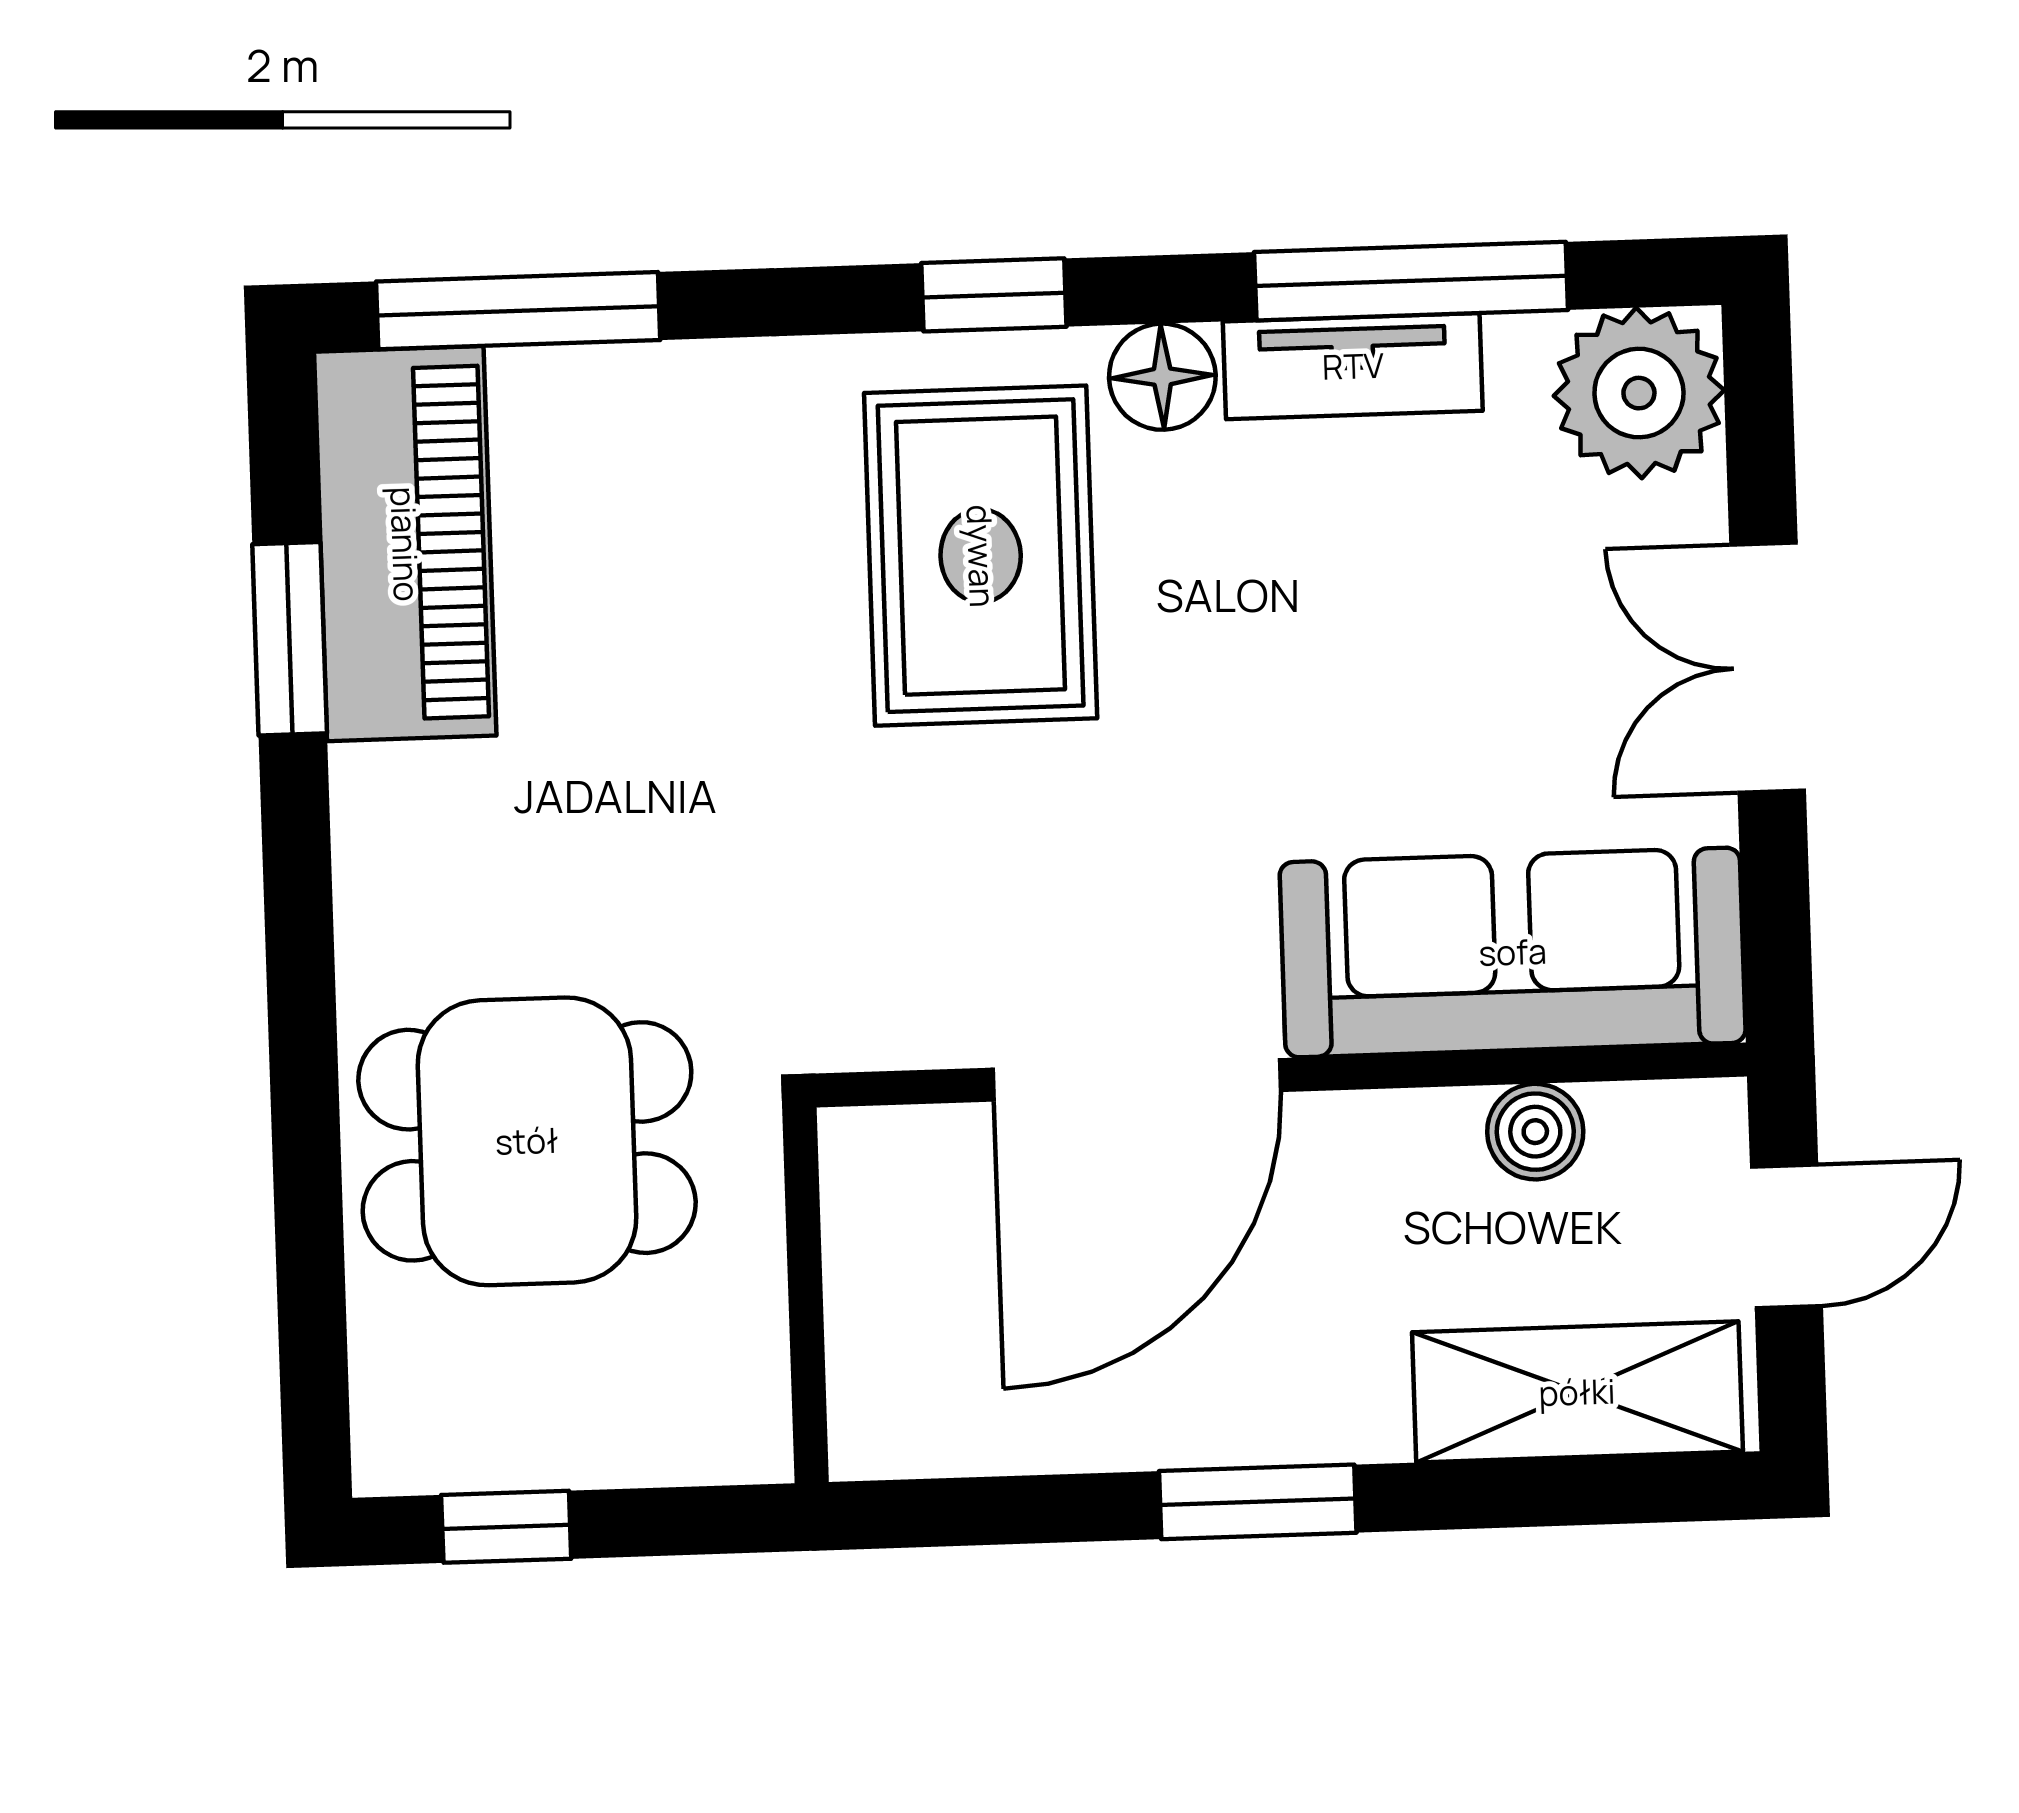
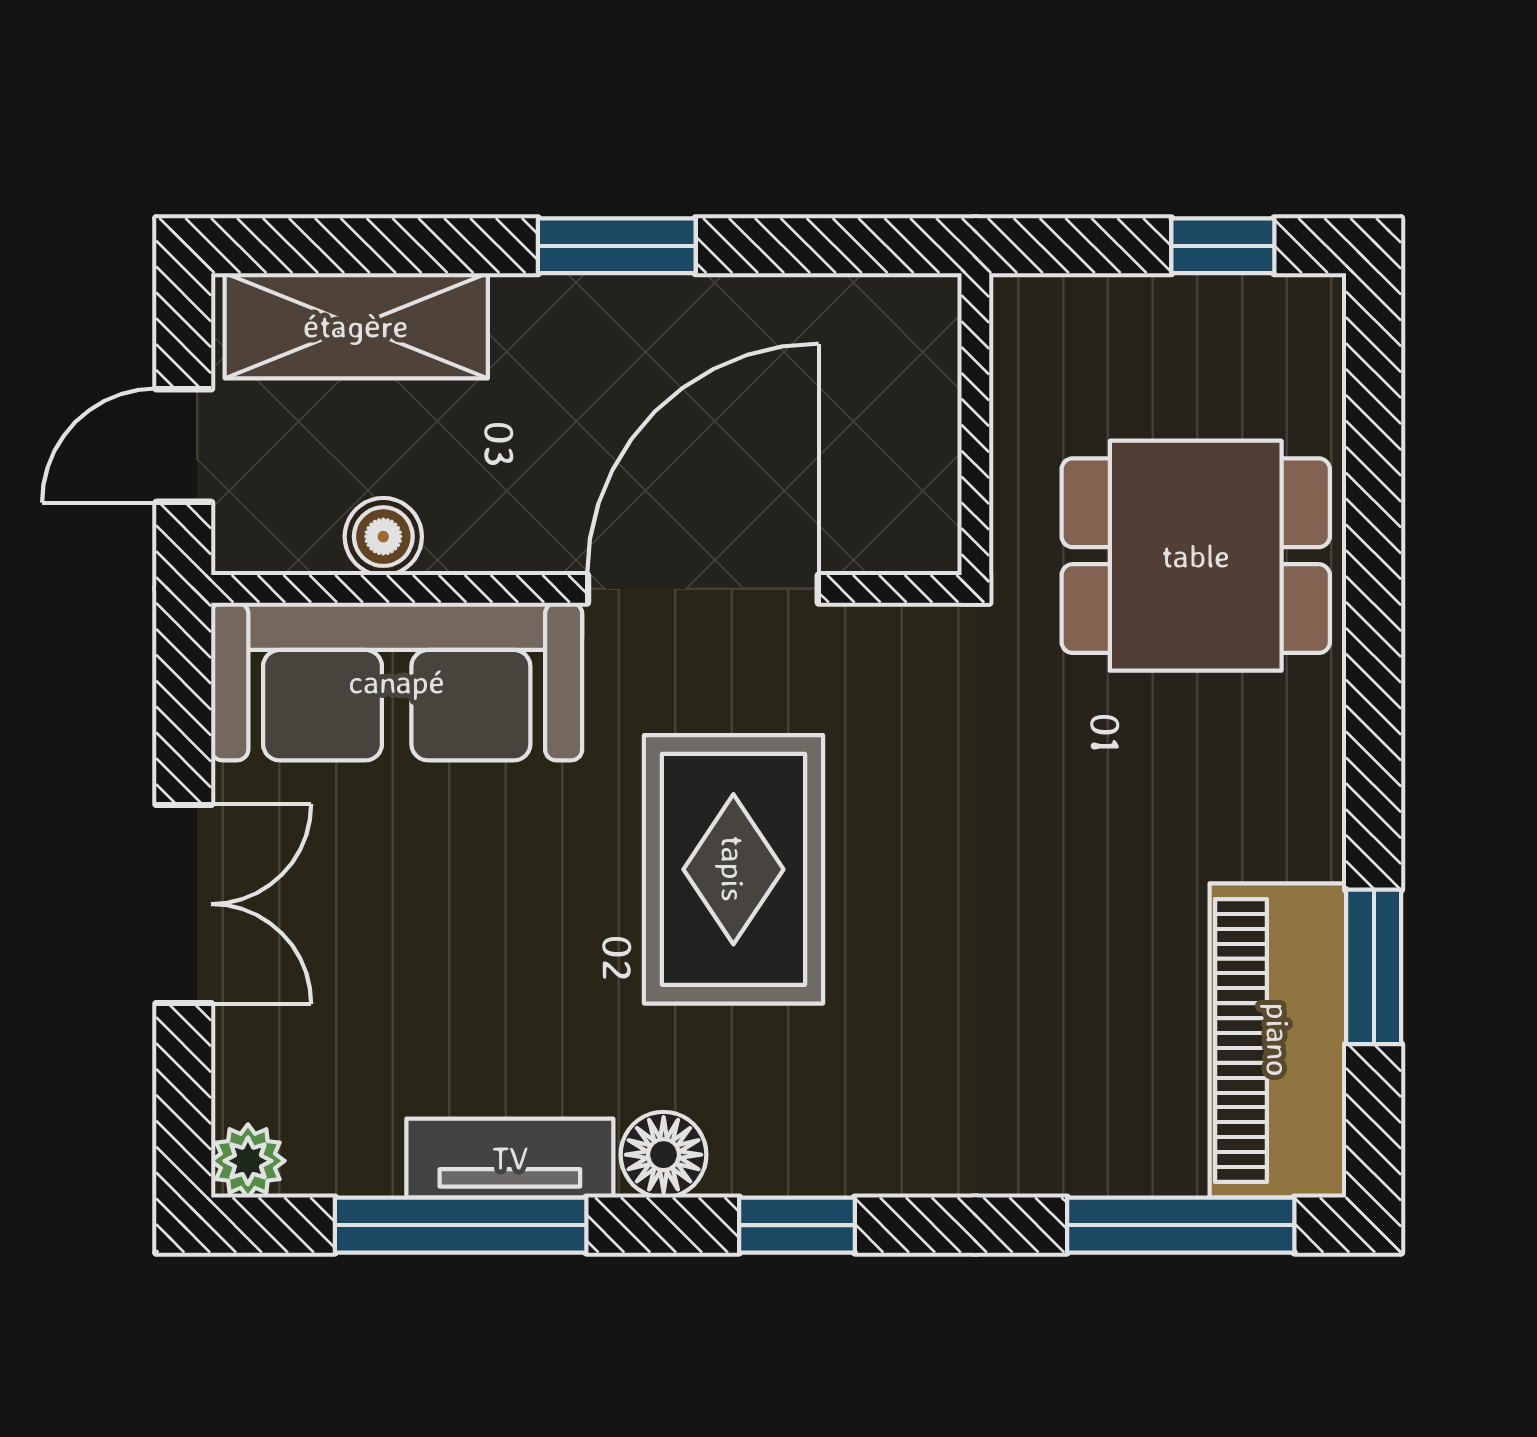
plant: (1639, 393) -> (248, 1161), width x0.53, depth x0.53
rug: (981, 556) -> (733, 869), moved

